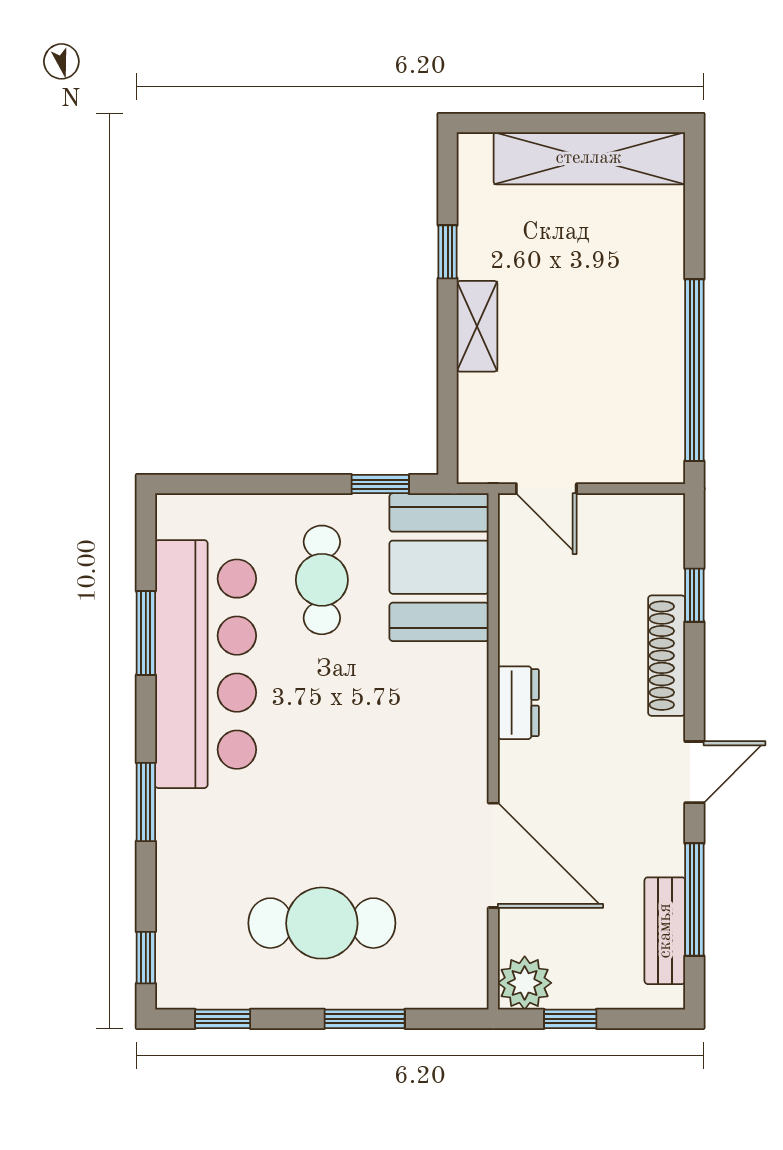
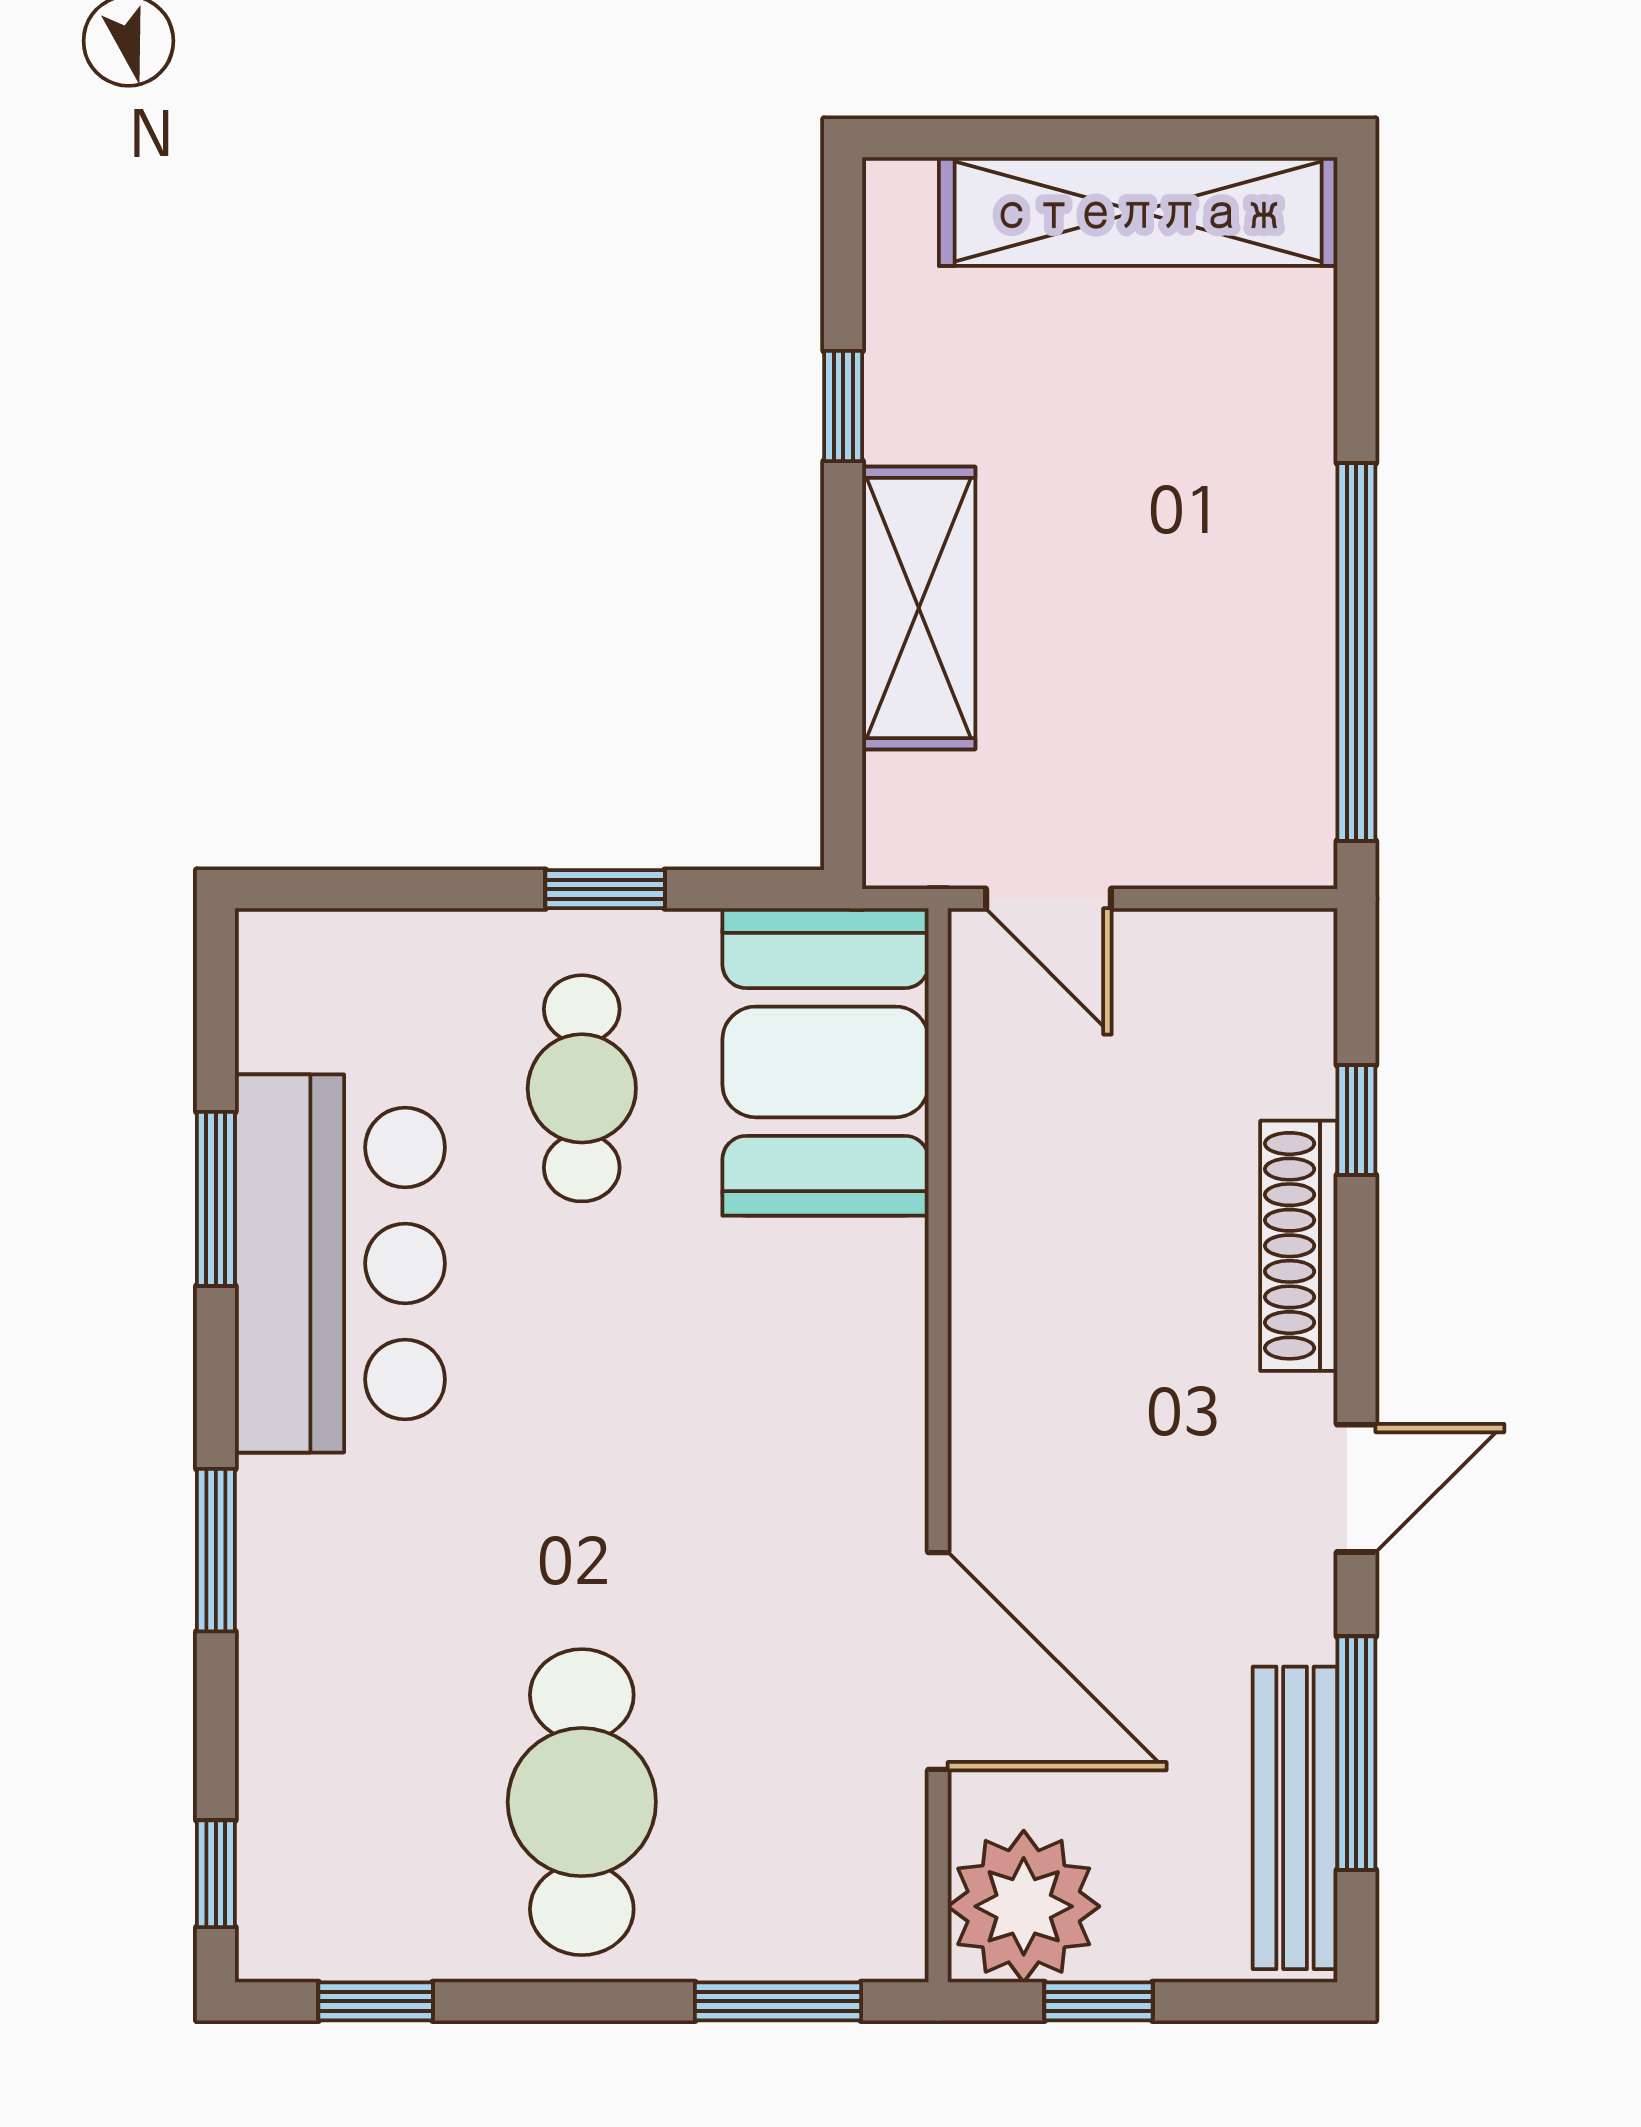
shelving: (477, 326) -> (919, 608), width x1.50, depth x1.33
window: (380, 484) -> (605, 889), moved
bar counter: (206, 664) -> (340, 1263), width x0.73
dresser: (518, 703) -> (990, 1344), removed
cafe table: (322, 923) -> (582, 1802), turned 90
bench: (665, 931) -> (1295, 1818), width x1.36
plant: (525, 983) -> (1024, 1906), width x1.36, depth x1.36
window: (365, 1019) -> (778, 2001), moved

